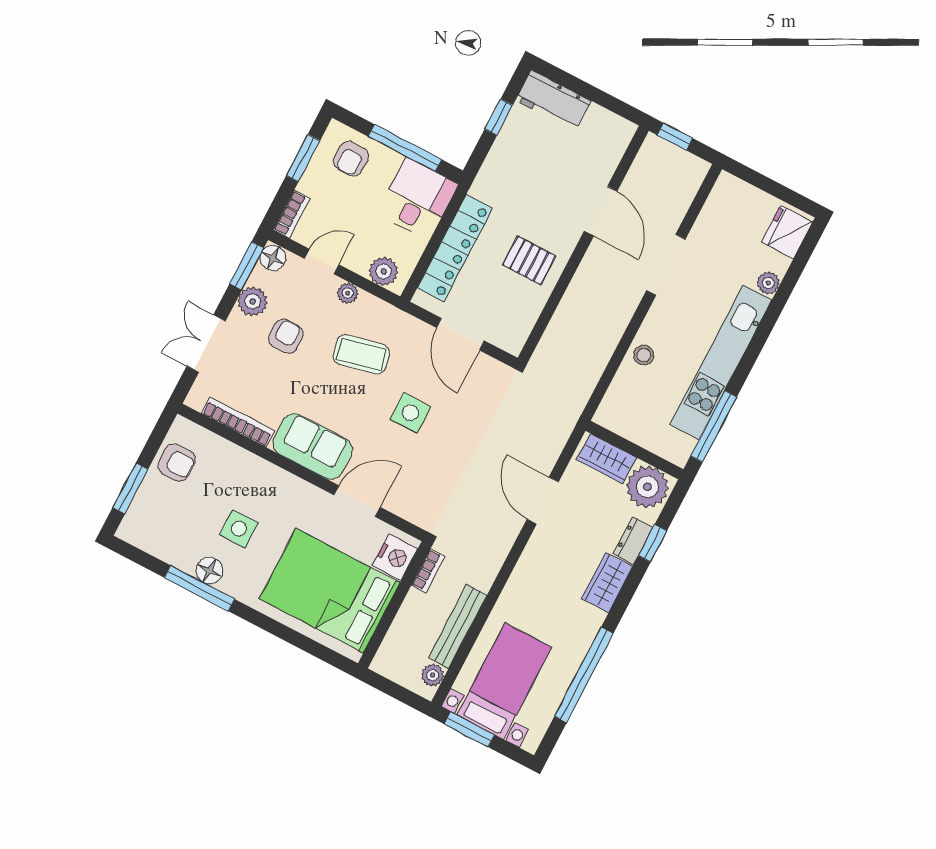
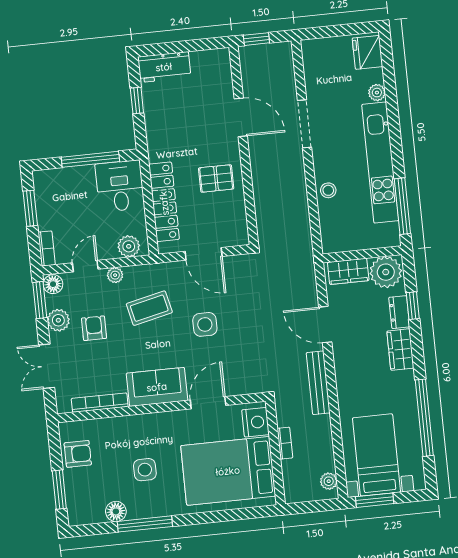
armchair: (351, 159) -> (61, 189), removed
floor lamp: (209, 571) -> (116, 511), moved
bookcase: (428, 571) -> (285, 443), moved
bench: (458, 626) -> (318, 383), moved

